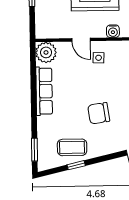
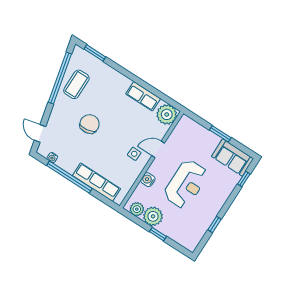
row of seats: (44, 91) -> (143, 96), width x0.68
window: (76, 165) -> (60, 78), width x3.17

